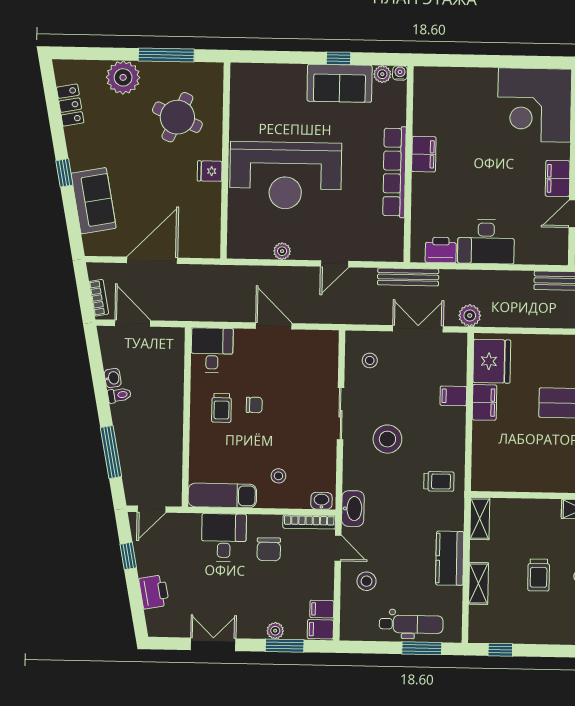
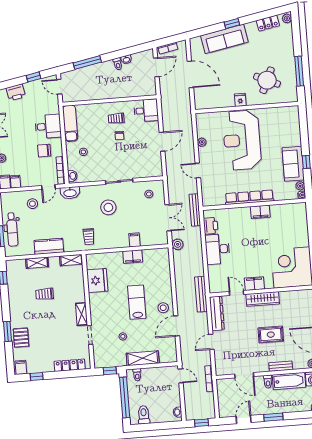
plant: (123, 77) -> (287, 18), moved, width x0.53, depth x0.53
sofa: (94, 201) -> (224, 39), width x1.36
fridge: (492, 361) -> (97, 281), moved, turned -90

